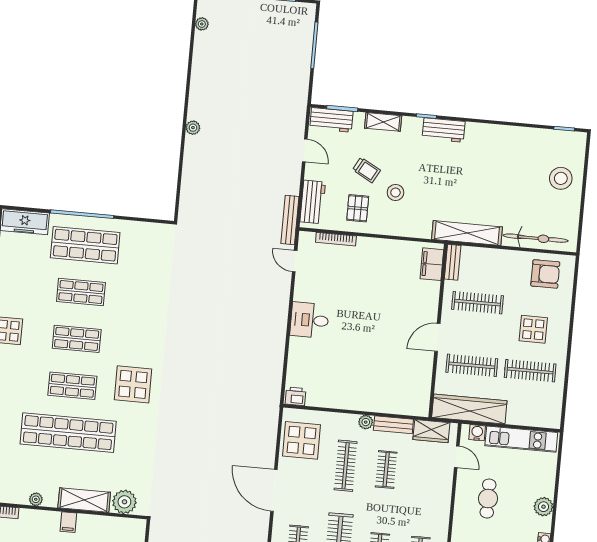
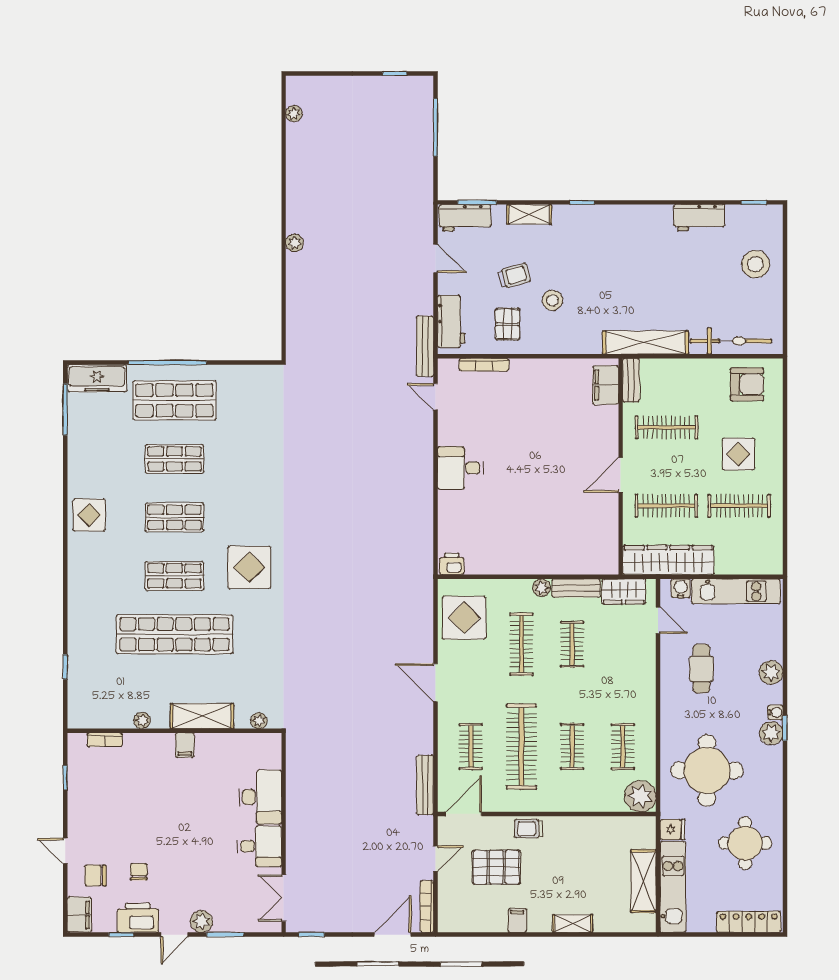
workbench: (444, 130) -> (699, 218), moved
trolley: (367, 170) -> (514, 276), turned -45
door: (274, 490) -> (436, 683), width x0.73
plant: (124, 502) -> (259, 721), width x0.53, depth x0.53

